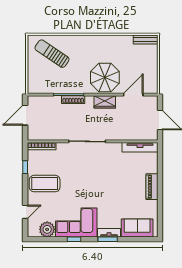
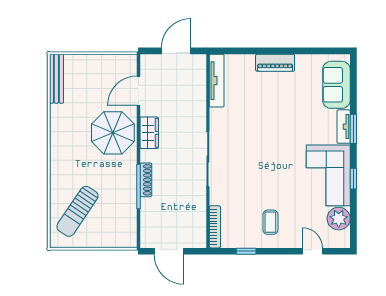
bench: (146, 39) -> (56, 79), width x1.36
door: (133, 95) -> (138, 91), hinge flipped
coffee table: (45, 184) -> (270, 222), width x0.54, depth x0.58

